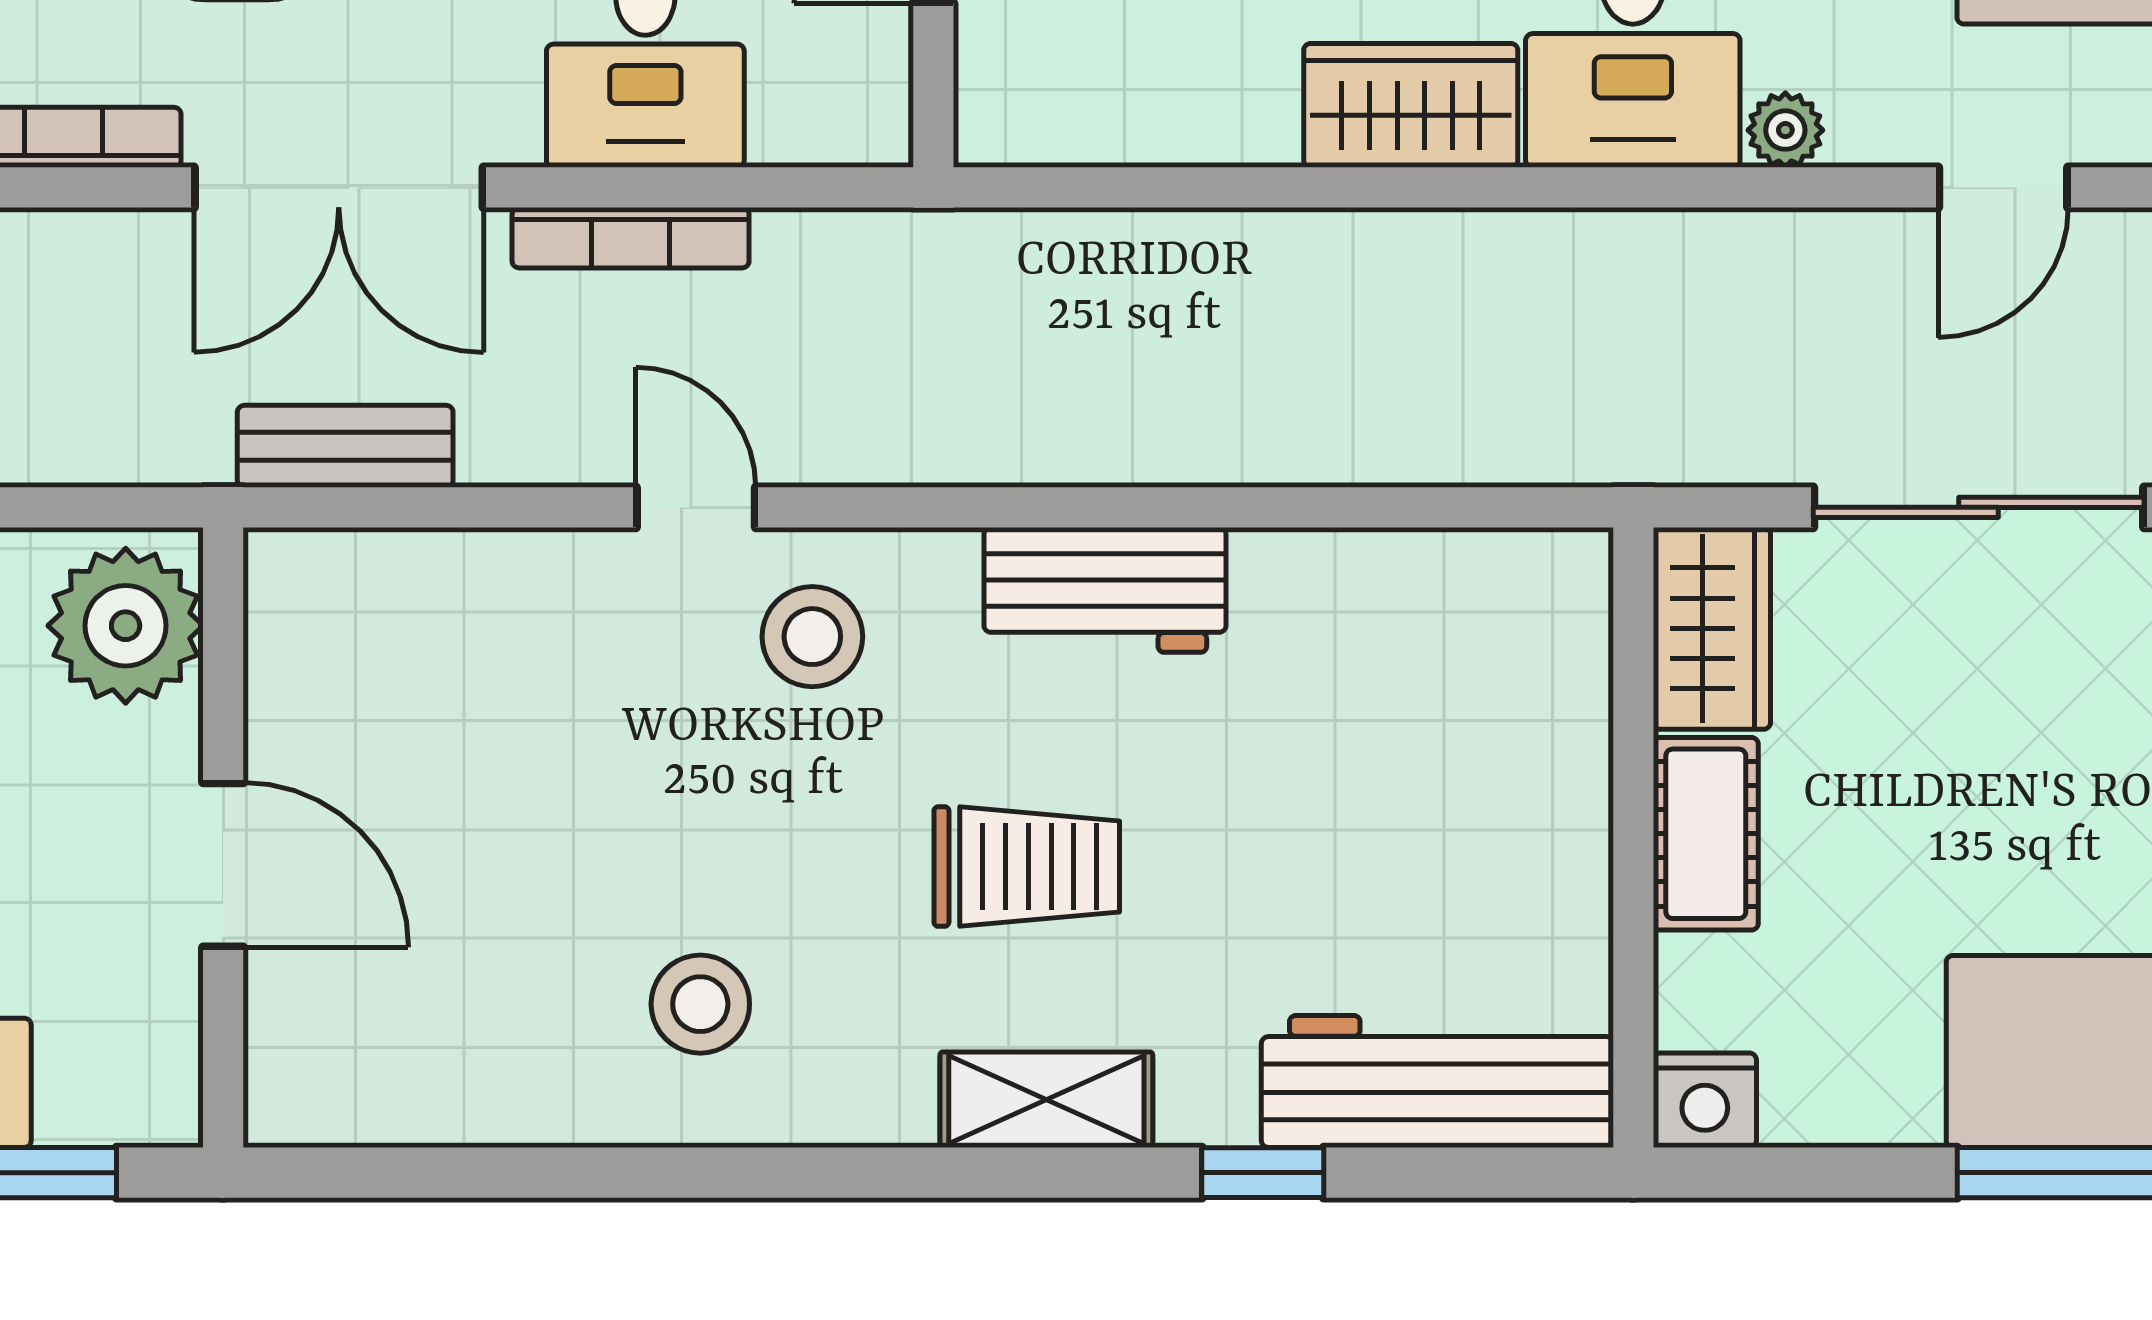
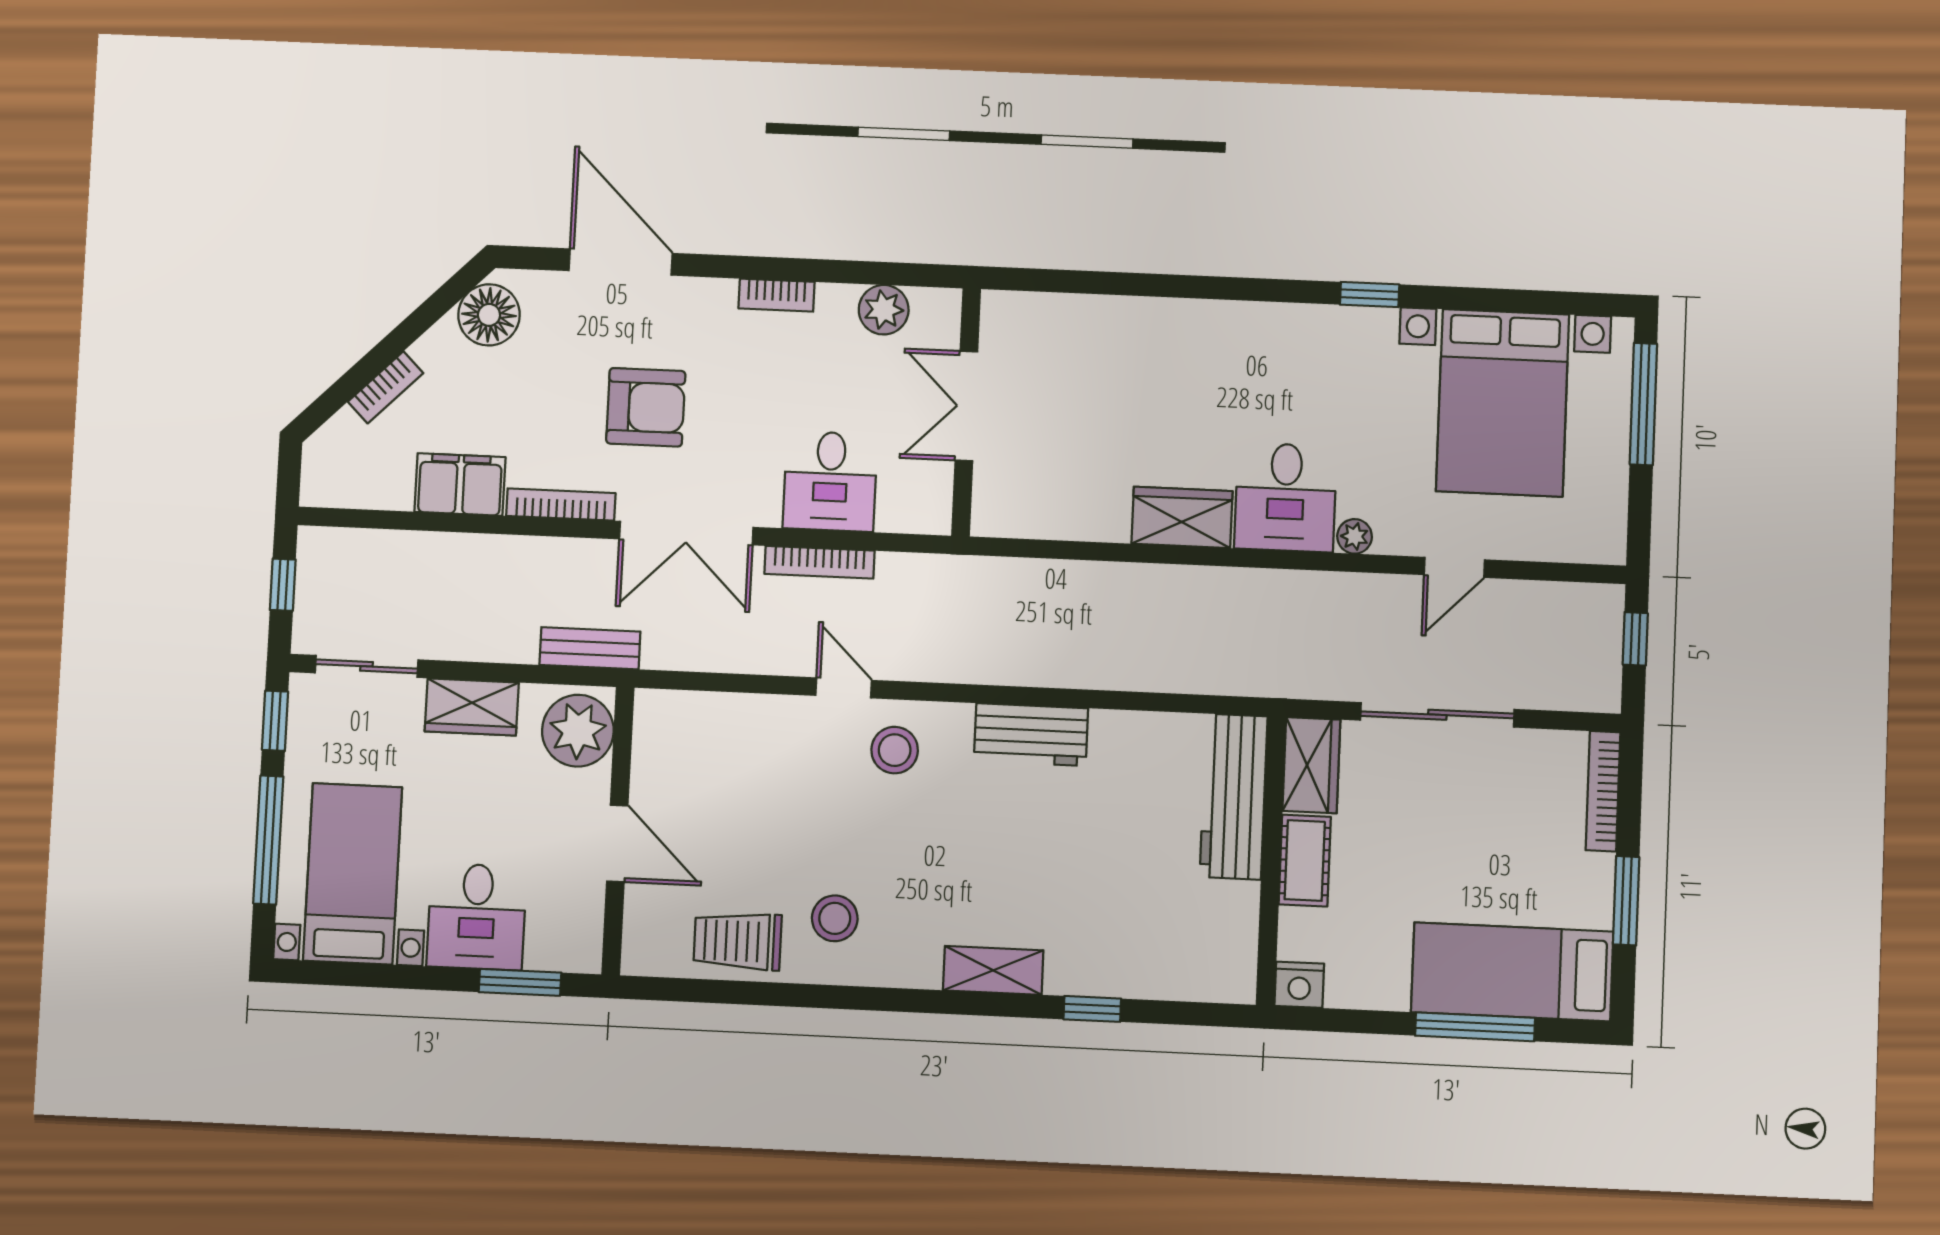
bench: (345, 446) -> (590, 648), moved
trolley: (1027, 867) -> (738, 941), moved, turned 180
workbench: (1437, 1081) -> (1234, 797), moved, turned -90

